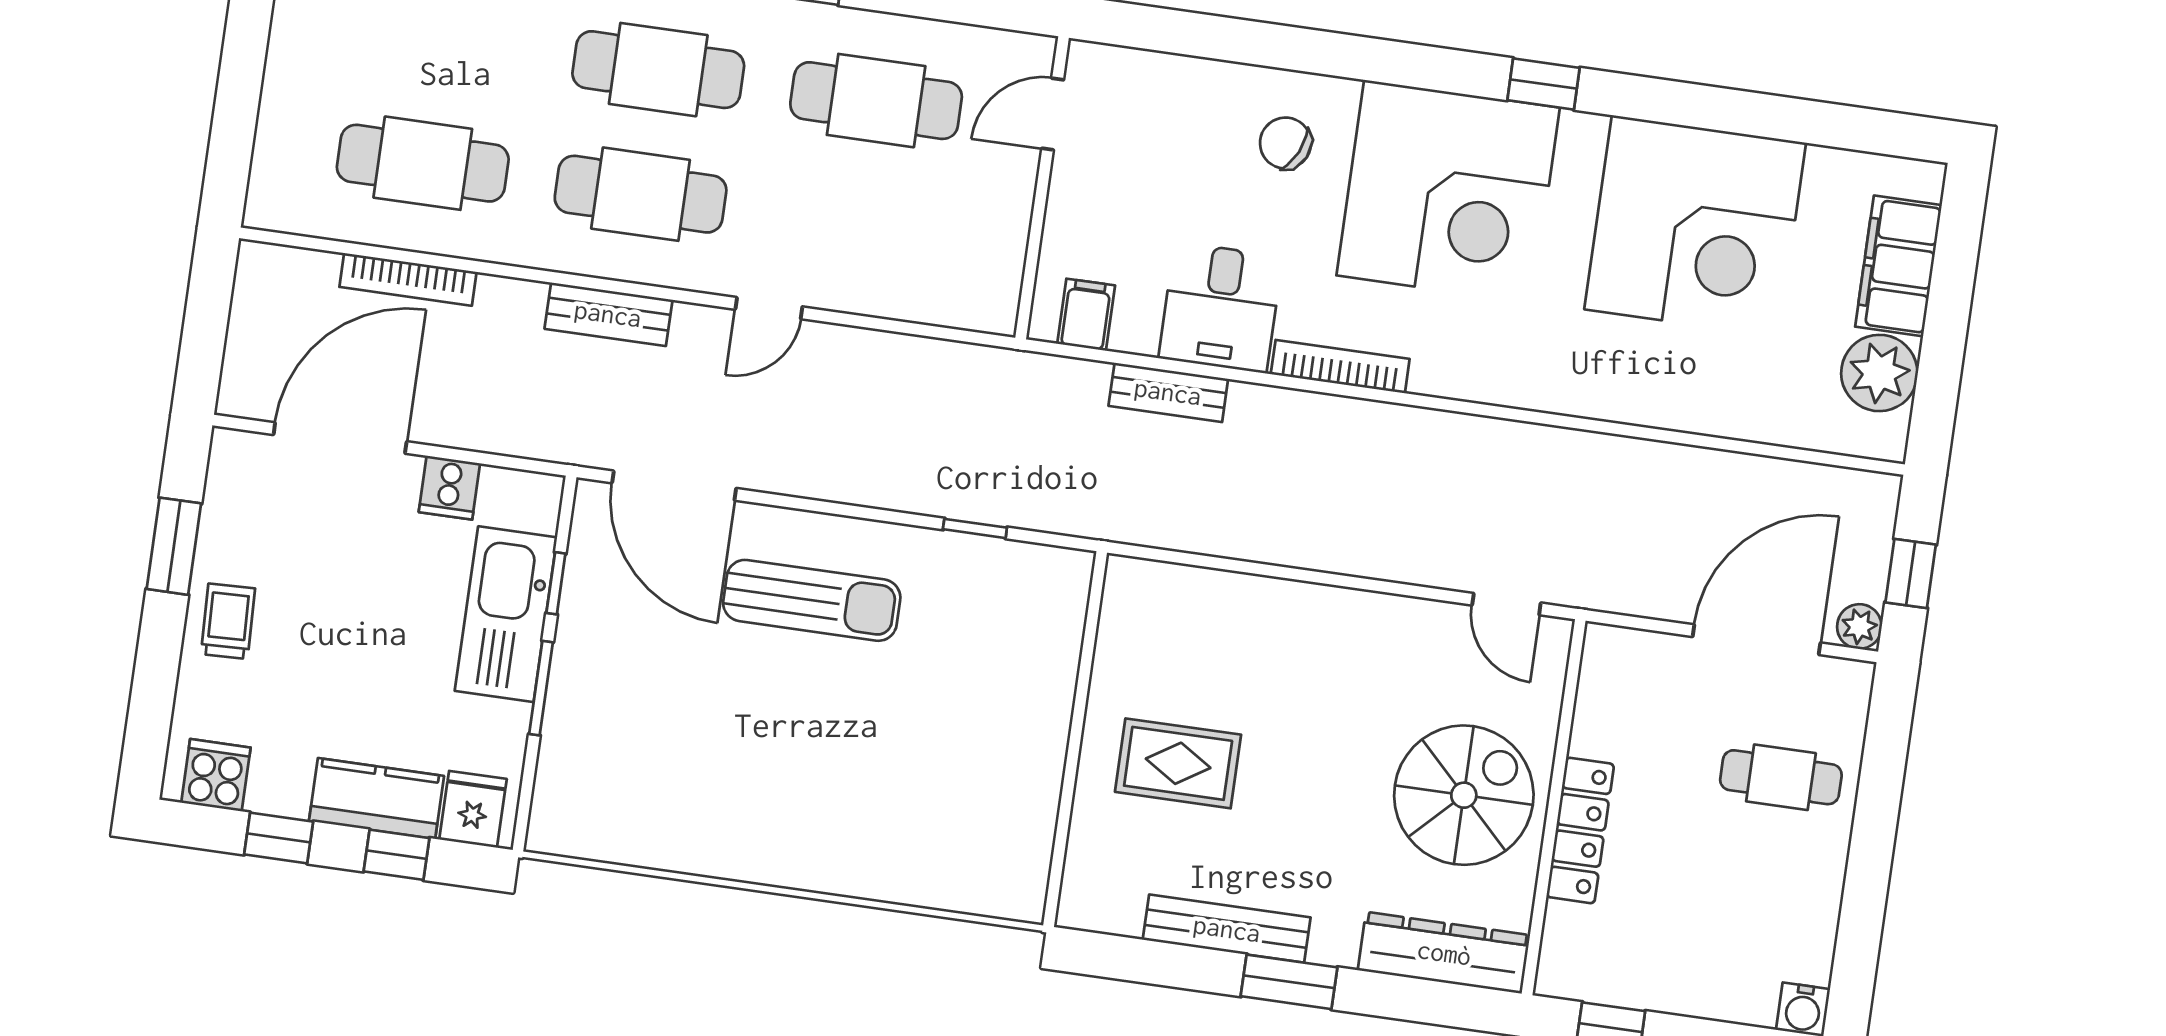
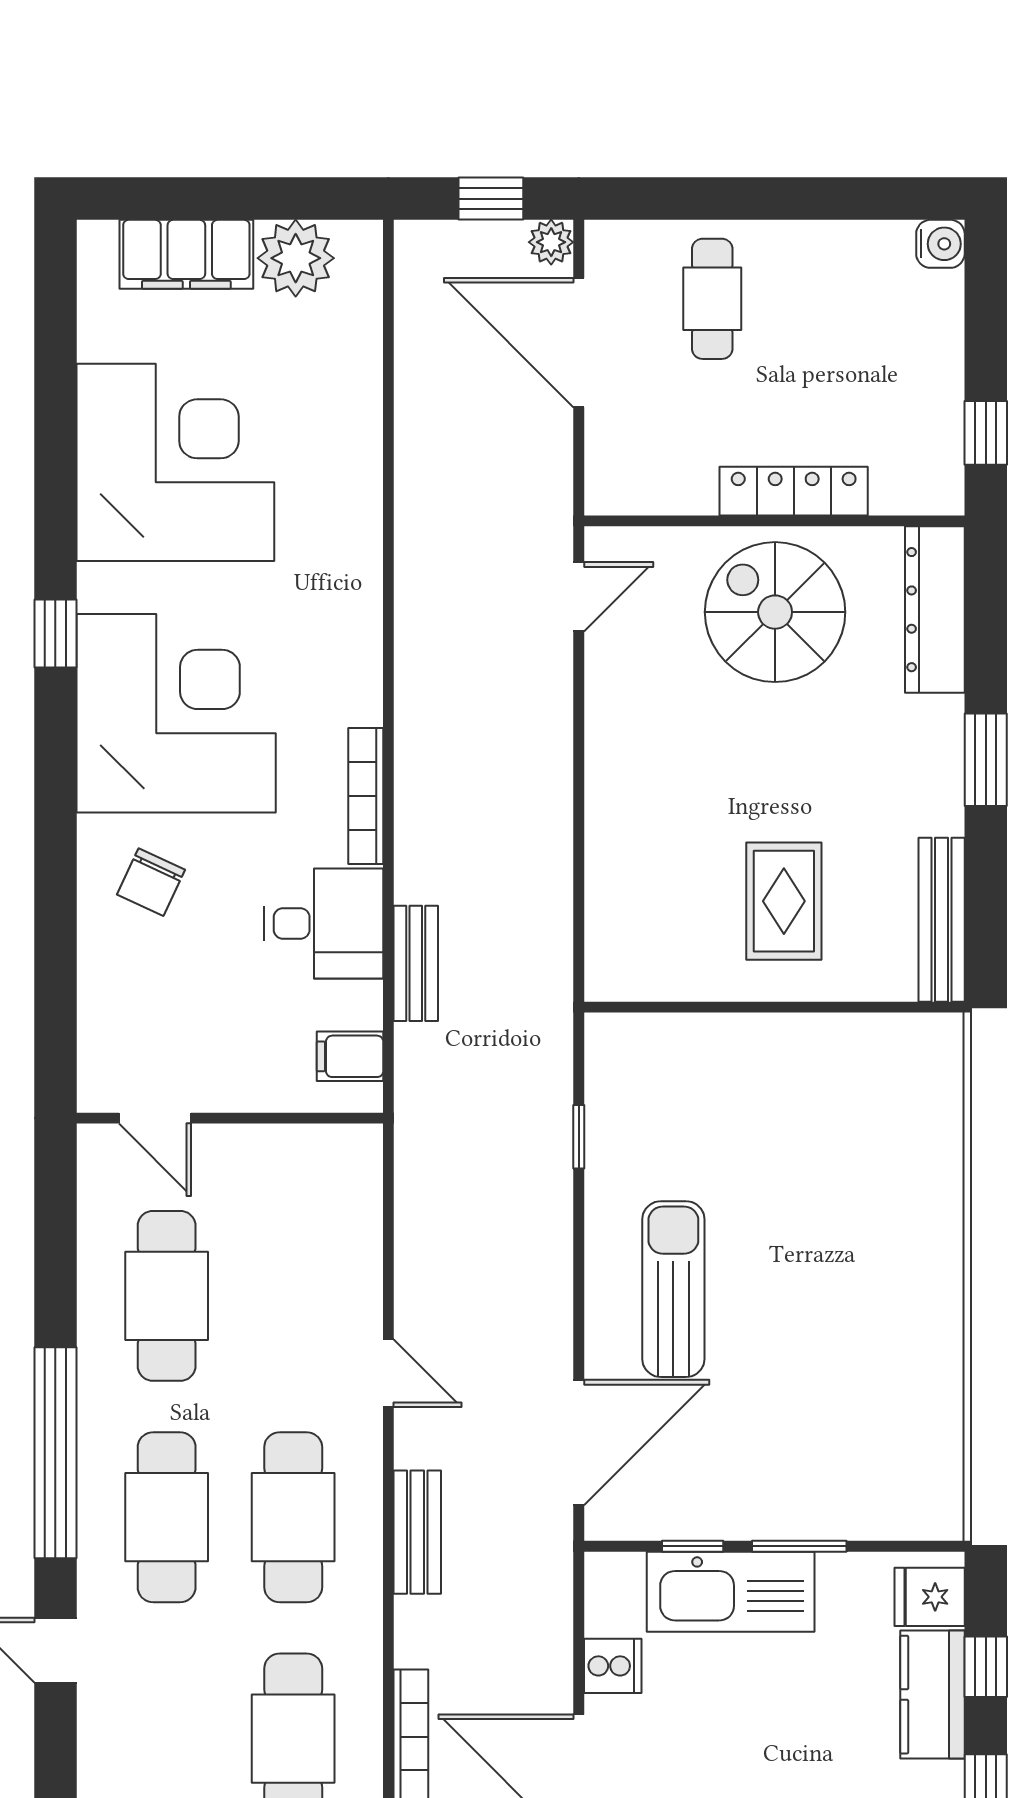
bench: (1227, 929) -> (942, 920), moved

